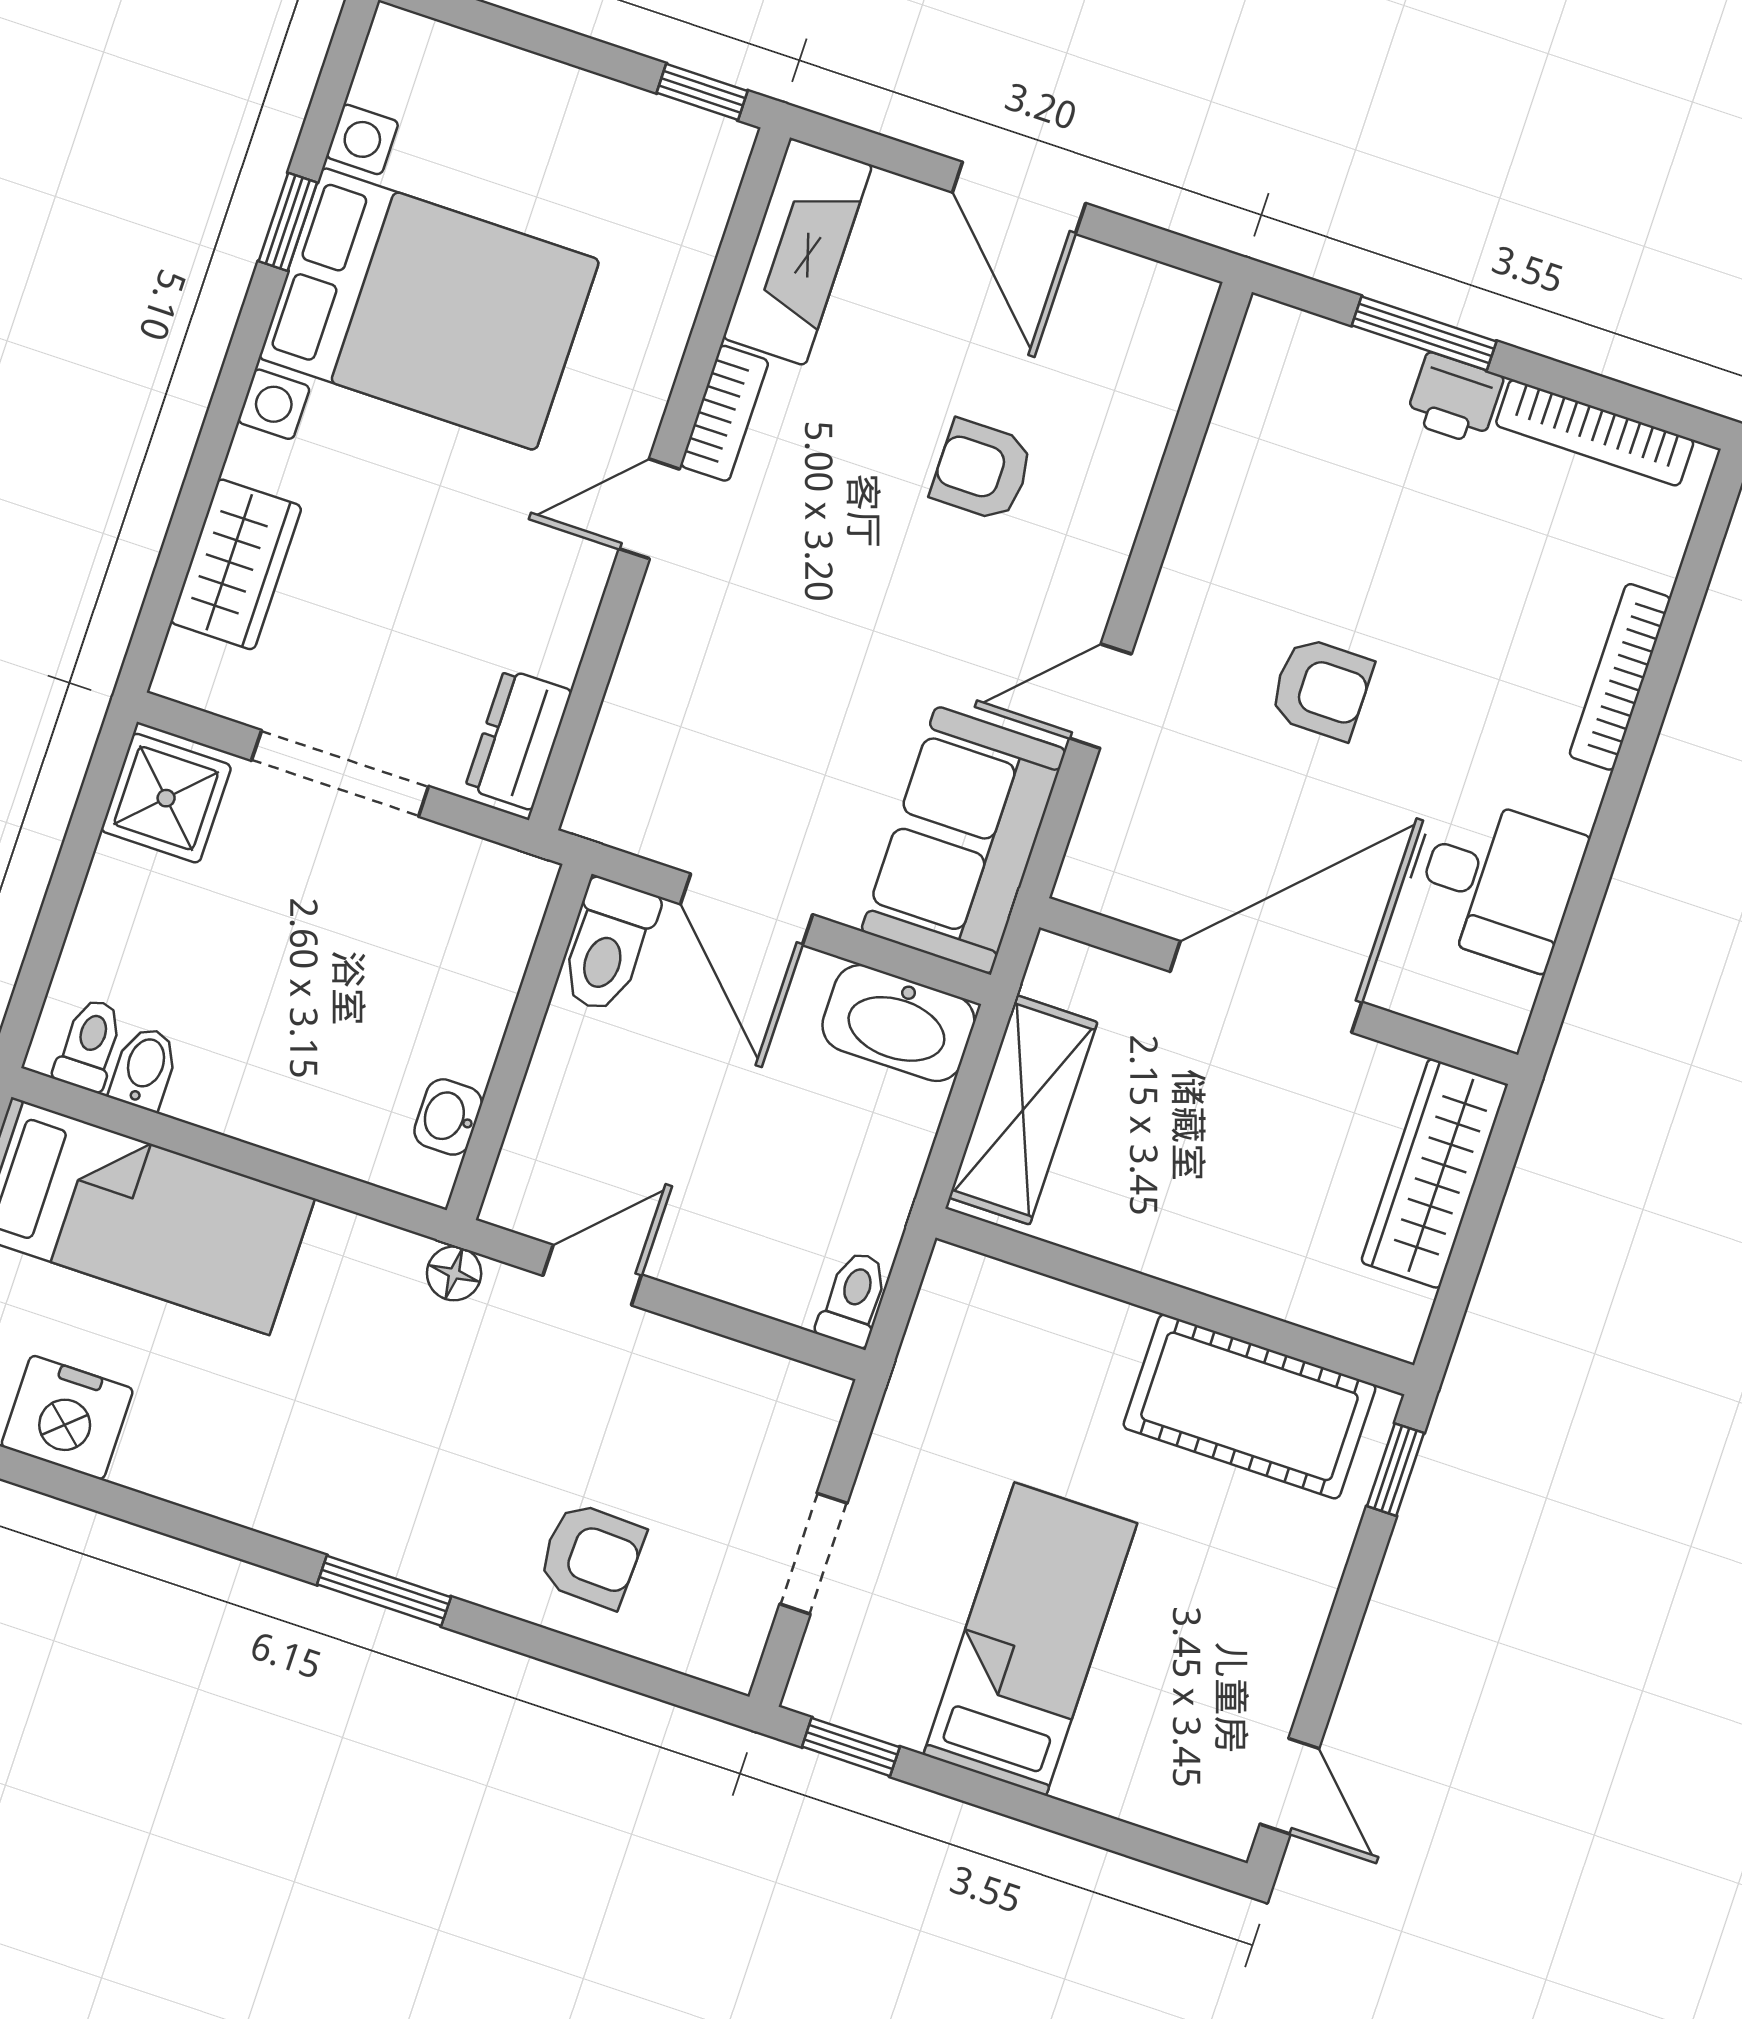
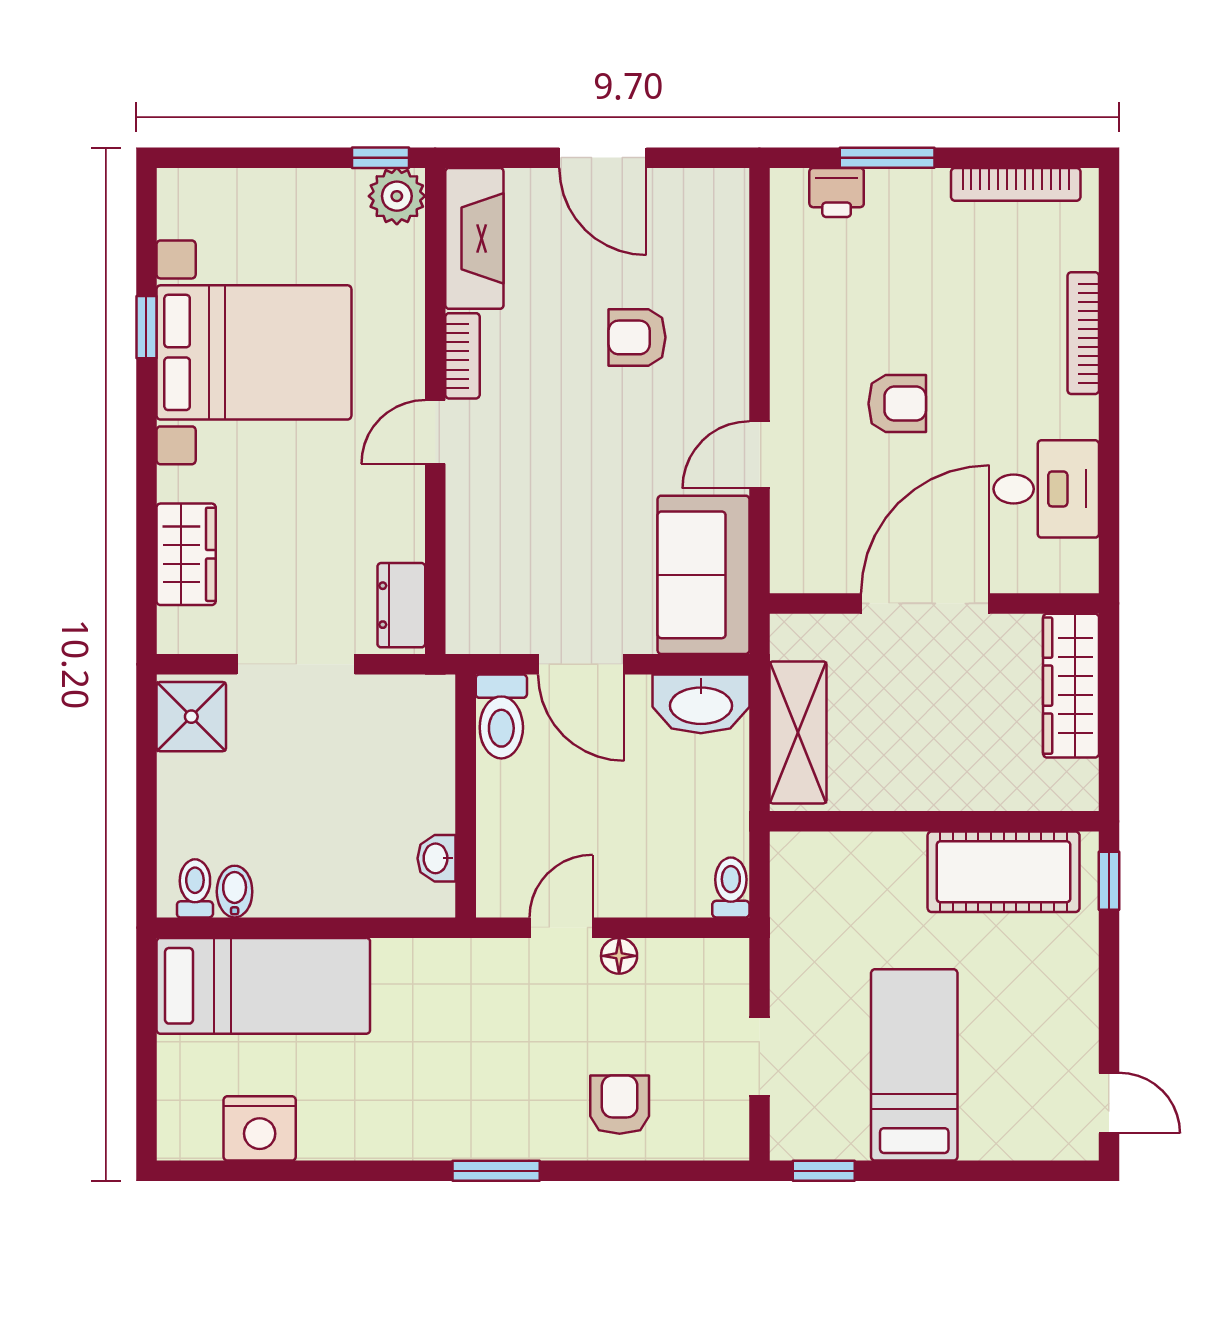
plant: (707, 154) -> (397, 196), added
printer: (1454, 399) -> (837, 192), moved
floor lamp: (454, 1273) -> (619, 956), moved
armchair: (591, 1555) -> (620, 1105), turned -92

